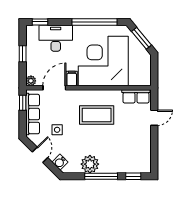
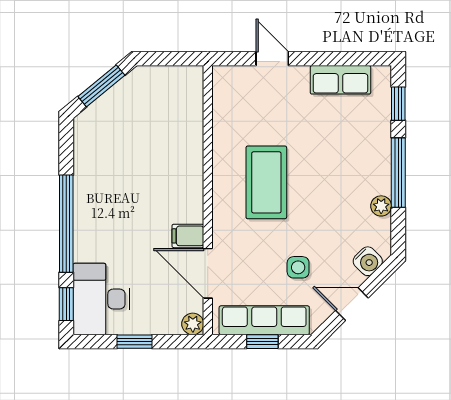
window: (95, 22) -> (66, 224), moved
desk: (56, 38) -> (101, 299), moved
corner desk: (103, 61) -> (150, 168), removed
row of seats: (136, 96) -> (340, 80), moved, turned 90
window: (23, 103) -> (262, 342), moved
plant: (90, 164) -> (381, 206), width x0.53, depth x0.53

